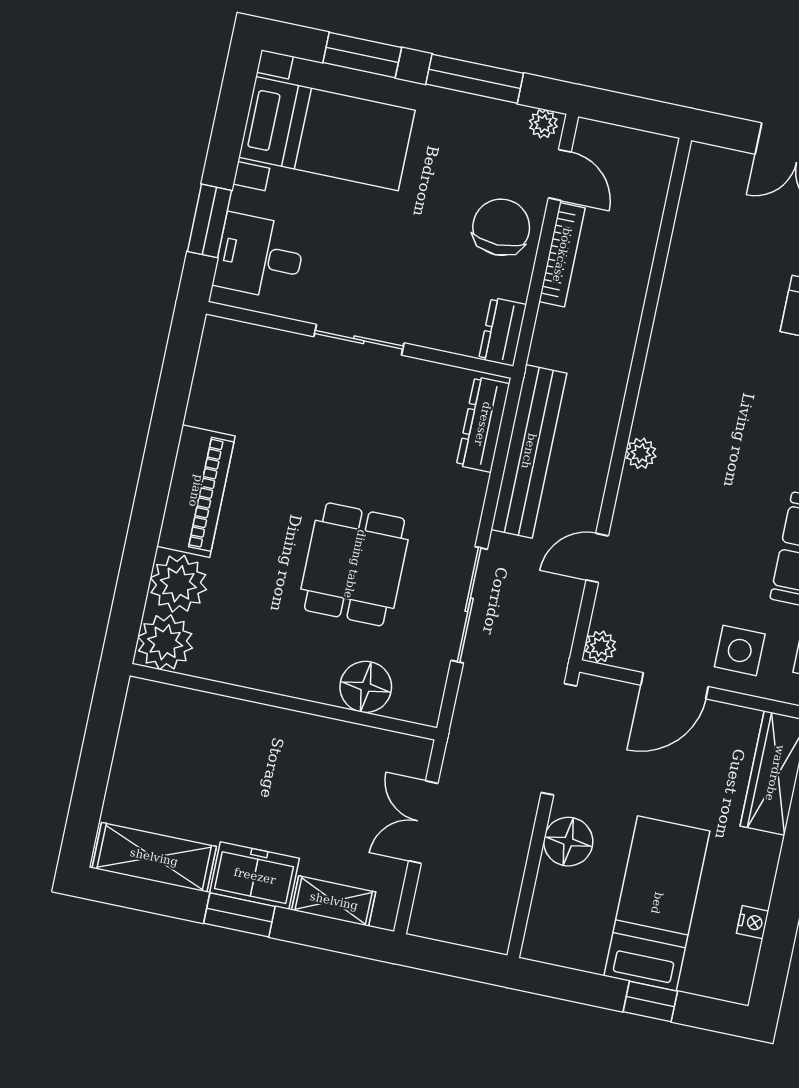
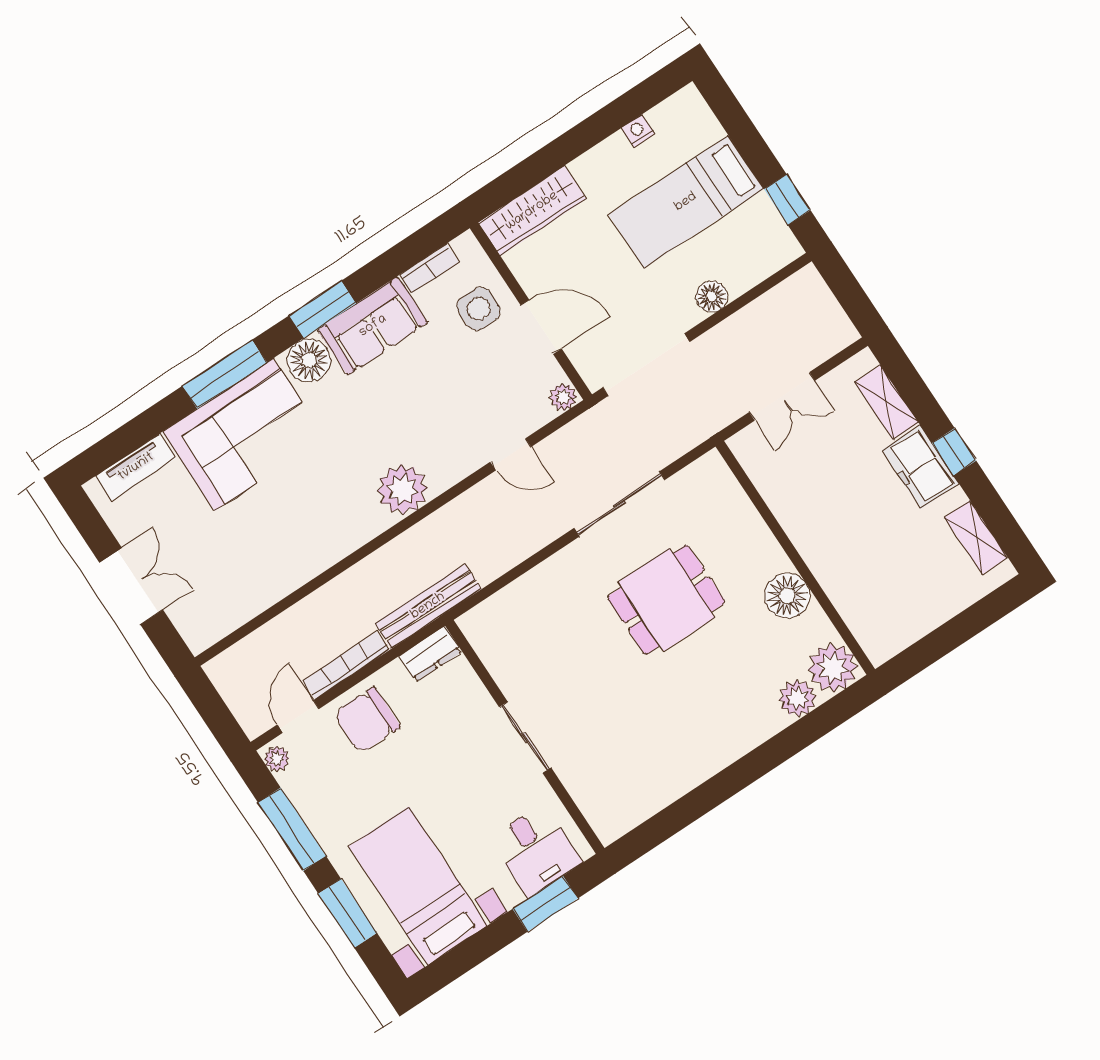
dresser: (483, 424) -> (500, 608), removed
bench: (529, 451) -> (428, 606), moved, width x0.73, depth x0.82
plant: (641, 453) -> (402, 489), width x1.88, depth x1.88
piano: (196, 491) -> (720, 743), removed
plant: (178, 584) -> (798, 698), width x0.73, depth x0.73
floor lamp: (366, 687) -> (787, 596), moved
floor lamp: (568, 842) -> (712, 297), width x0.73, depth x0.73
shelving: (154, 857) -> (976, 537), width x0.67, depth x0.75
window: (239, 915) -> (954, 452), width x0.67
window: (650, 1002) -> (787, 200), moved

